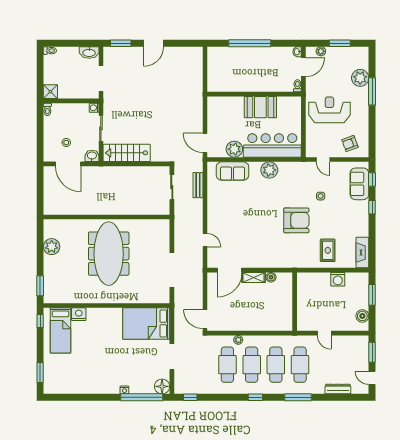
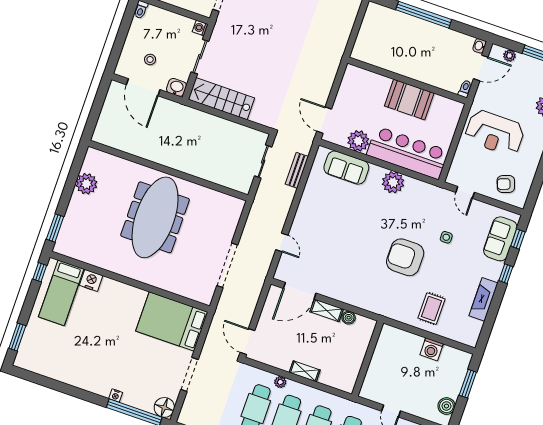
reception desk: (329, 110) -> (495, 133), turned 180
armchair: (296, 220) -> (405, 257), turned 180
fireplace: (362, 253) -> (483, 299), moved
shelving: (253, 326) -> (305, 371), added

